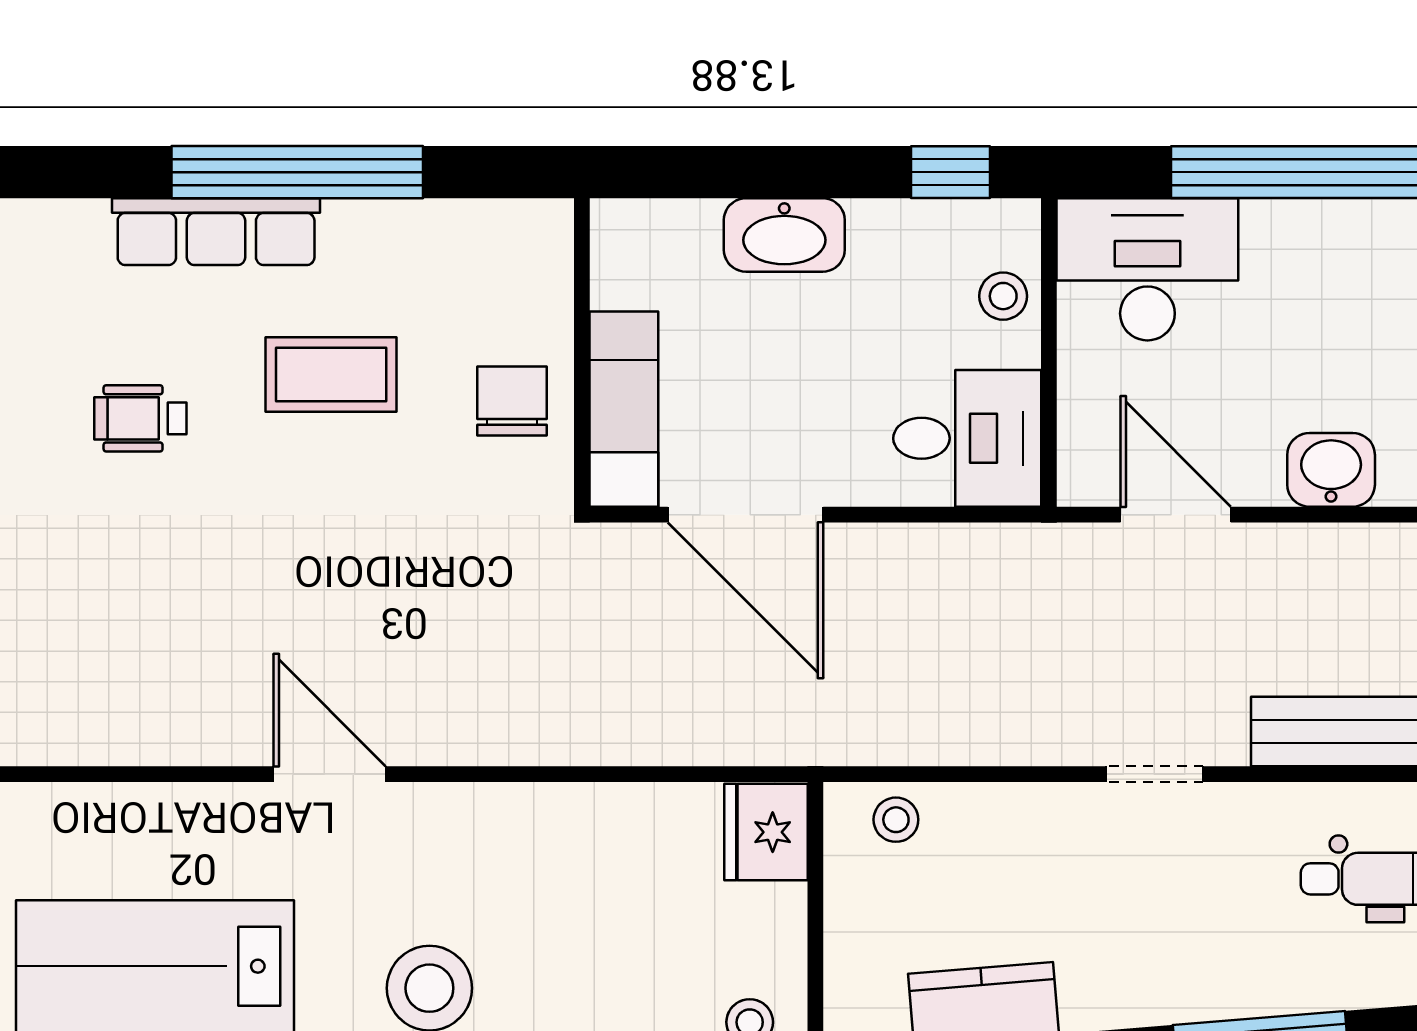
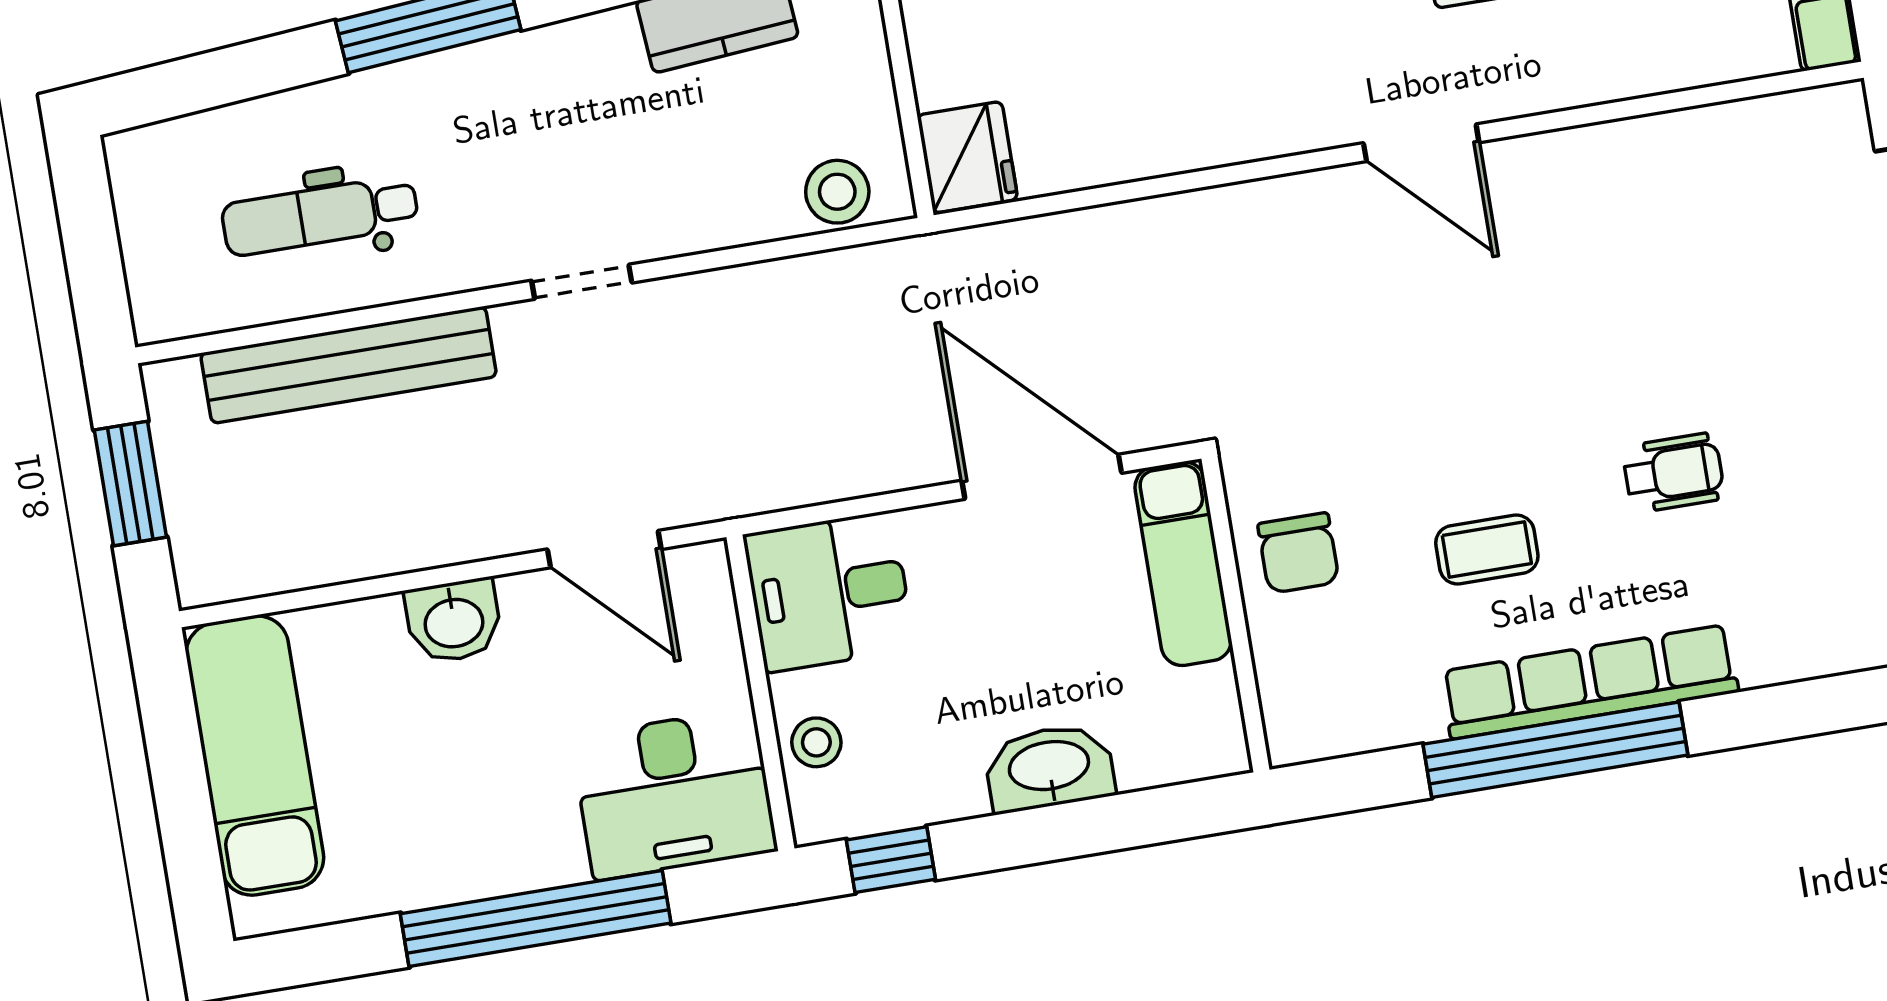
row of seats: (216, 232) -> (1589, 682), width x1.36
coffee table: (331, 374) -> (1487, 549), width x0.73, depth x0.77
stool: (896, 820) -> (837, 192), width x1.37, depth x1.37

